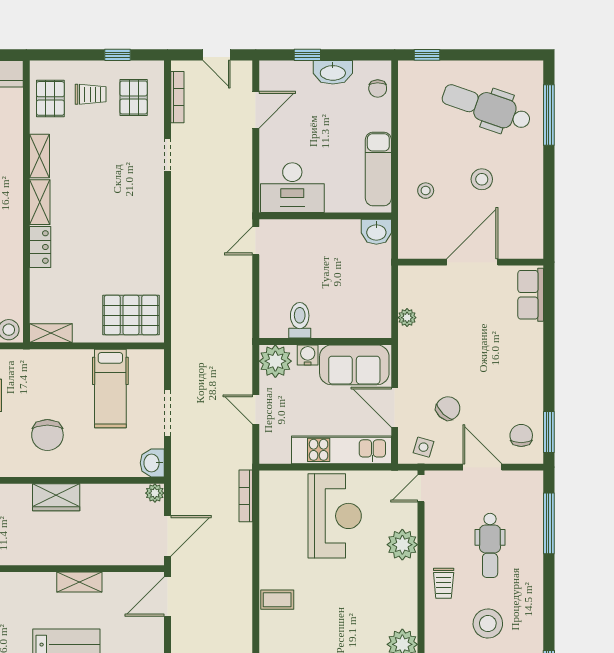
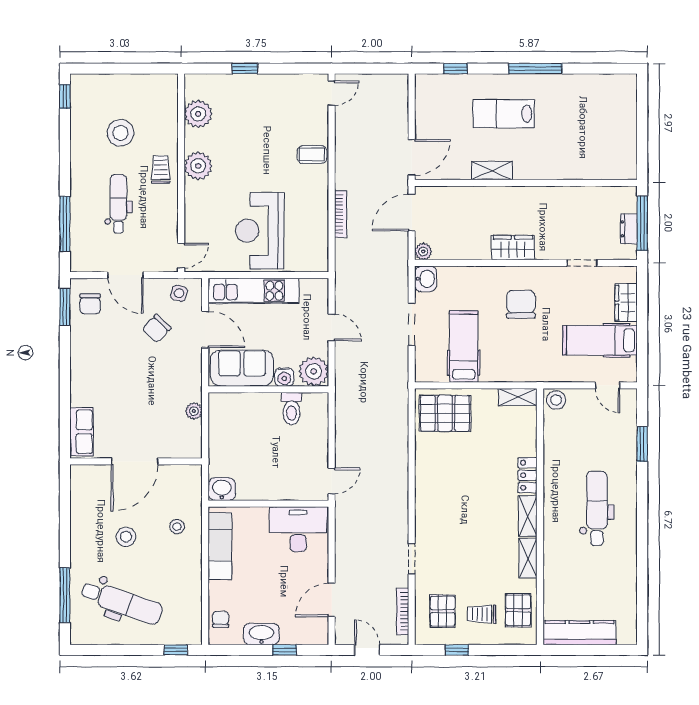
bookcase: (246, 496) -> (341, 214), moved
plant: (402, 545) -> (198, 166), moved

